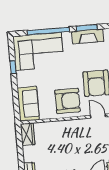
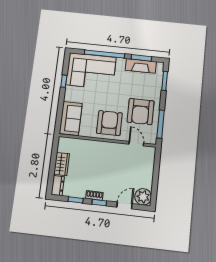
armchair: (68, 101) -> (109, 123), turned -90
wardrobe: (27, 134) -> (62, 164), moved

